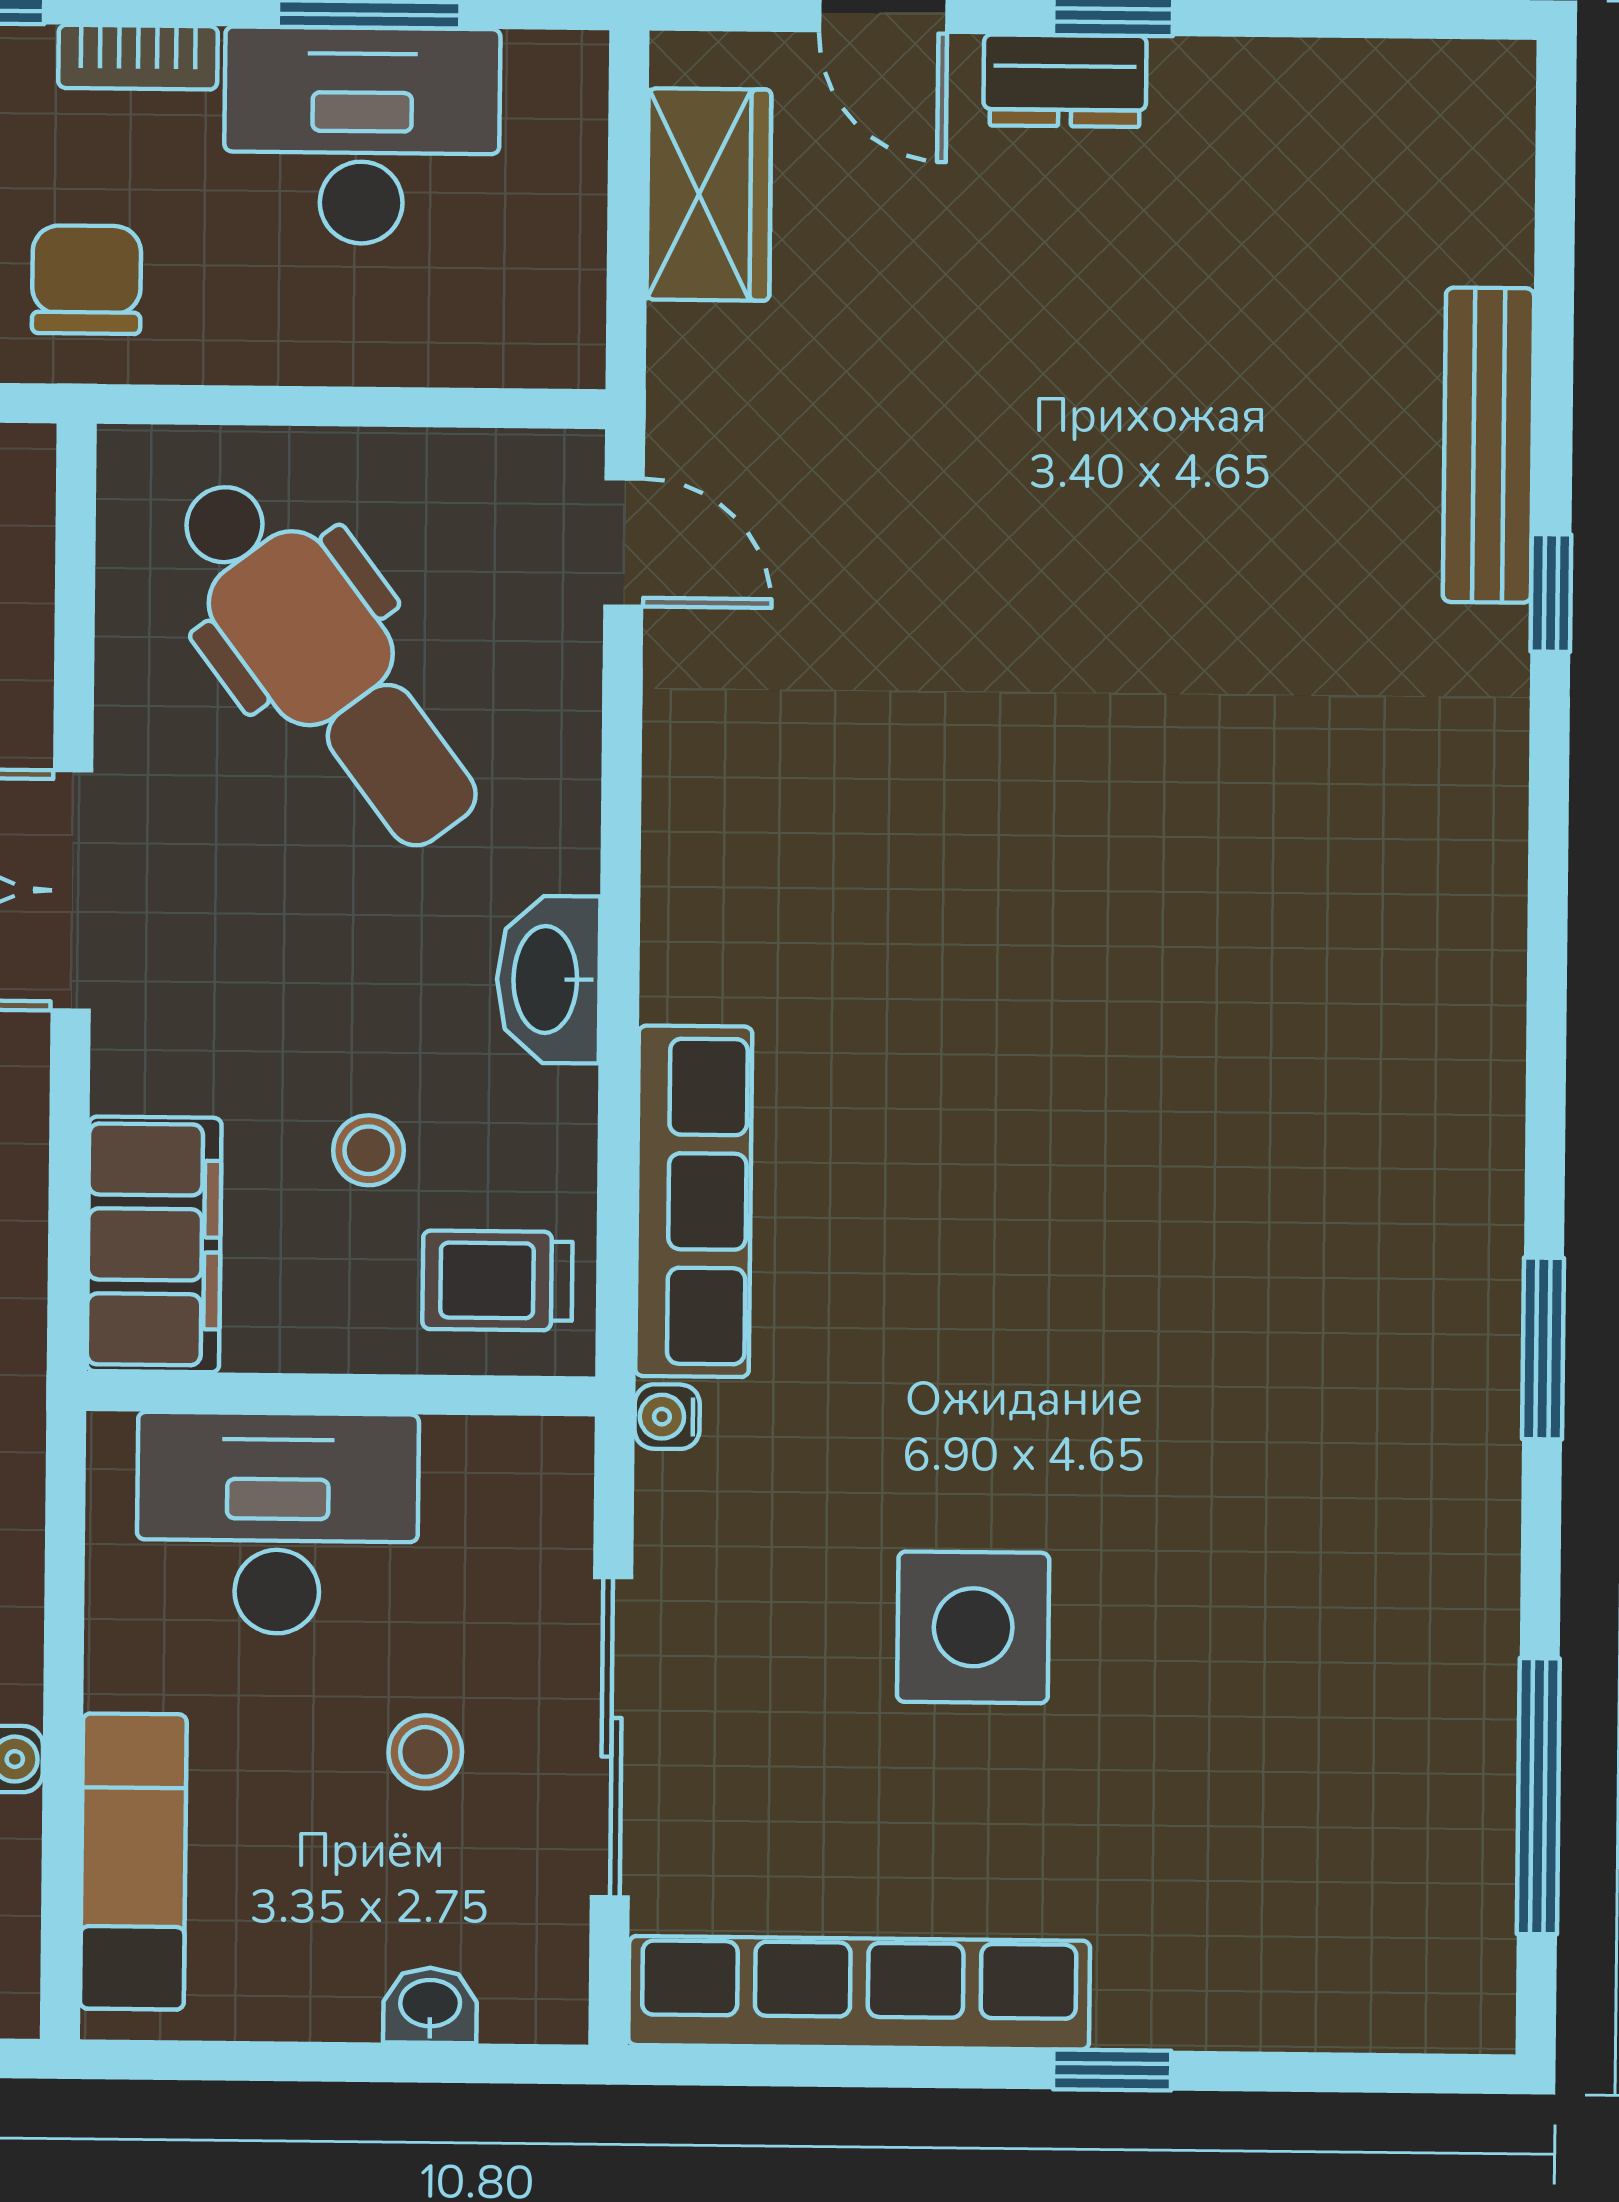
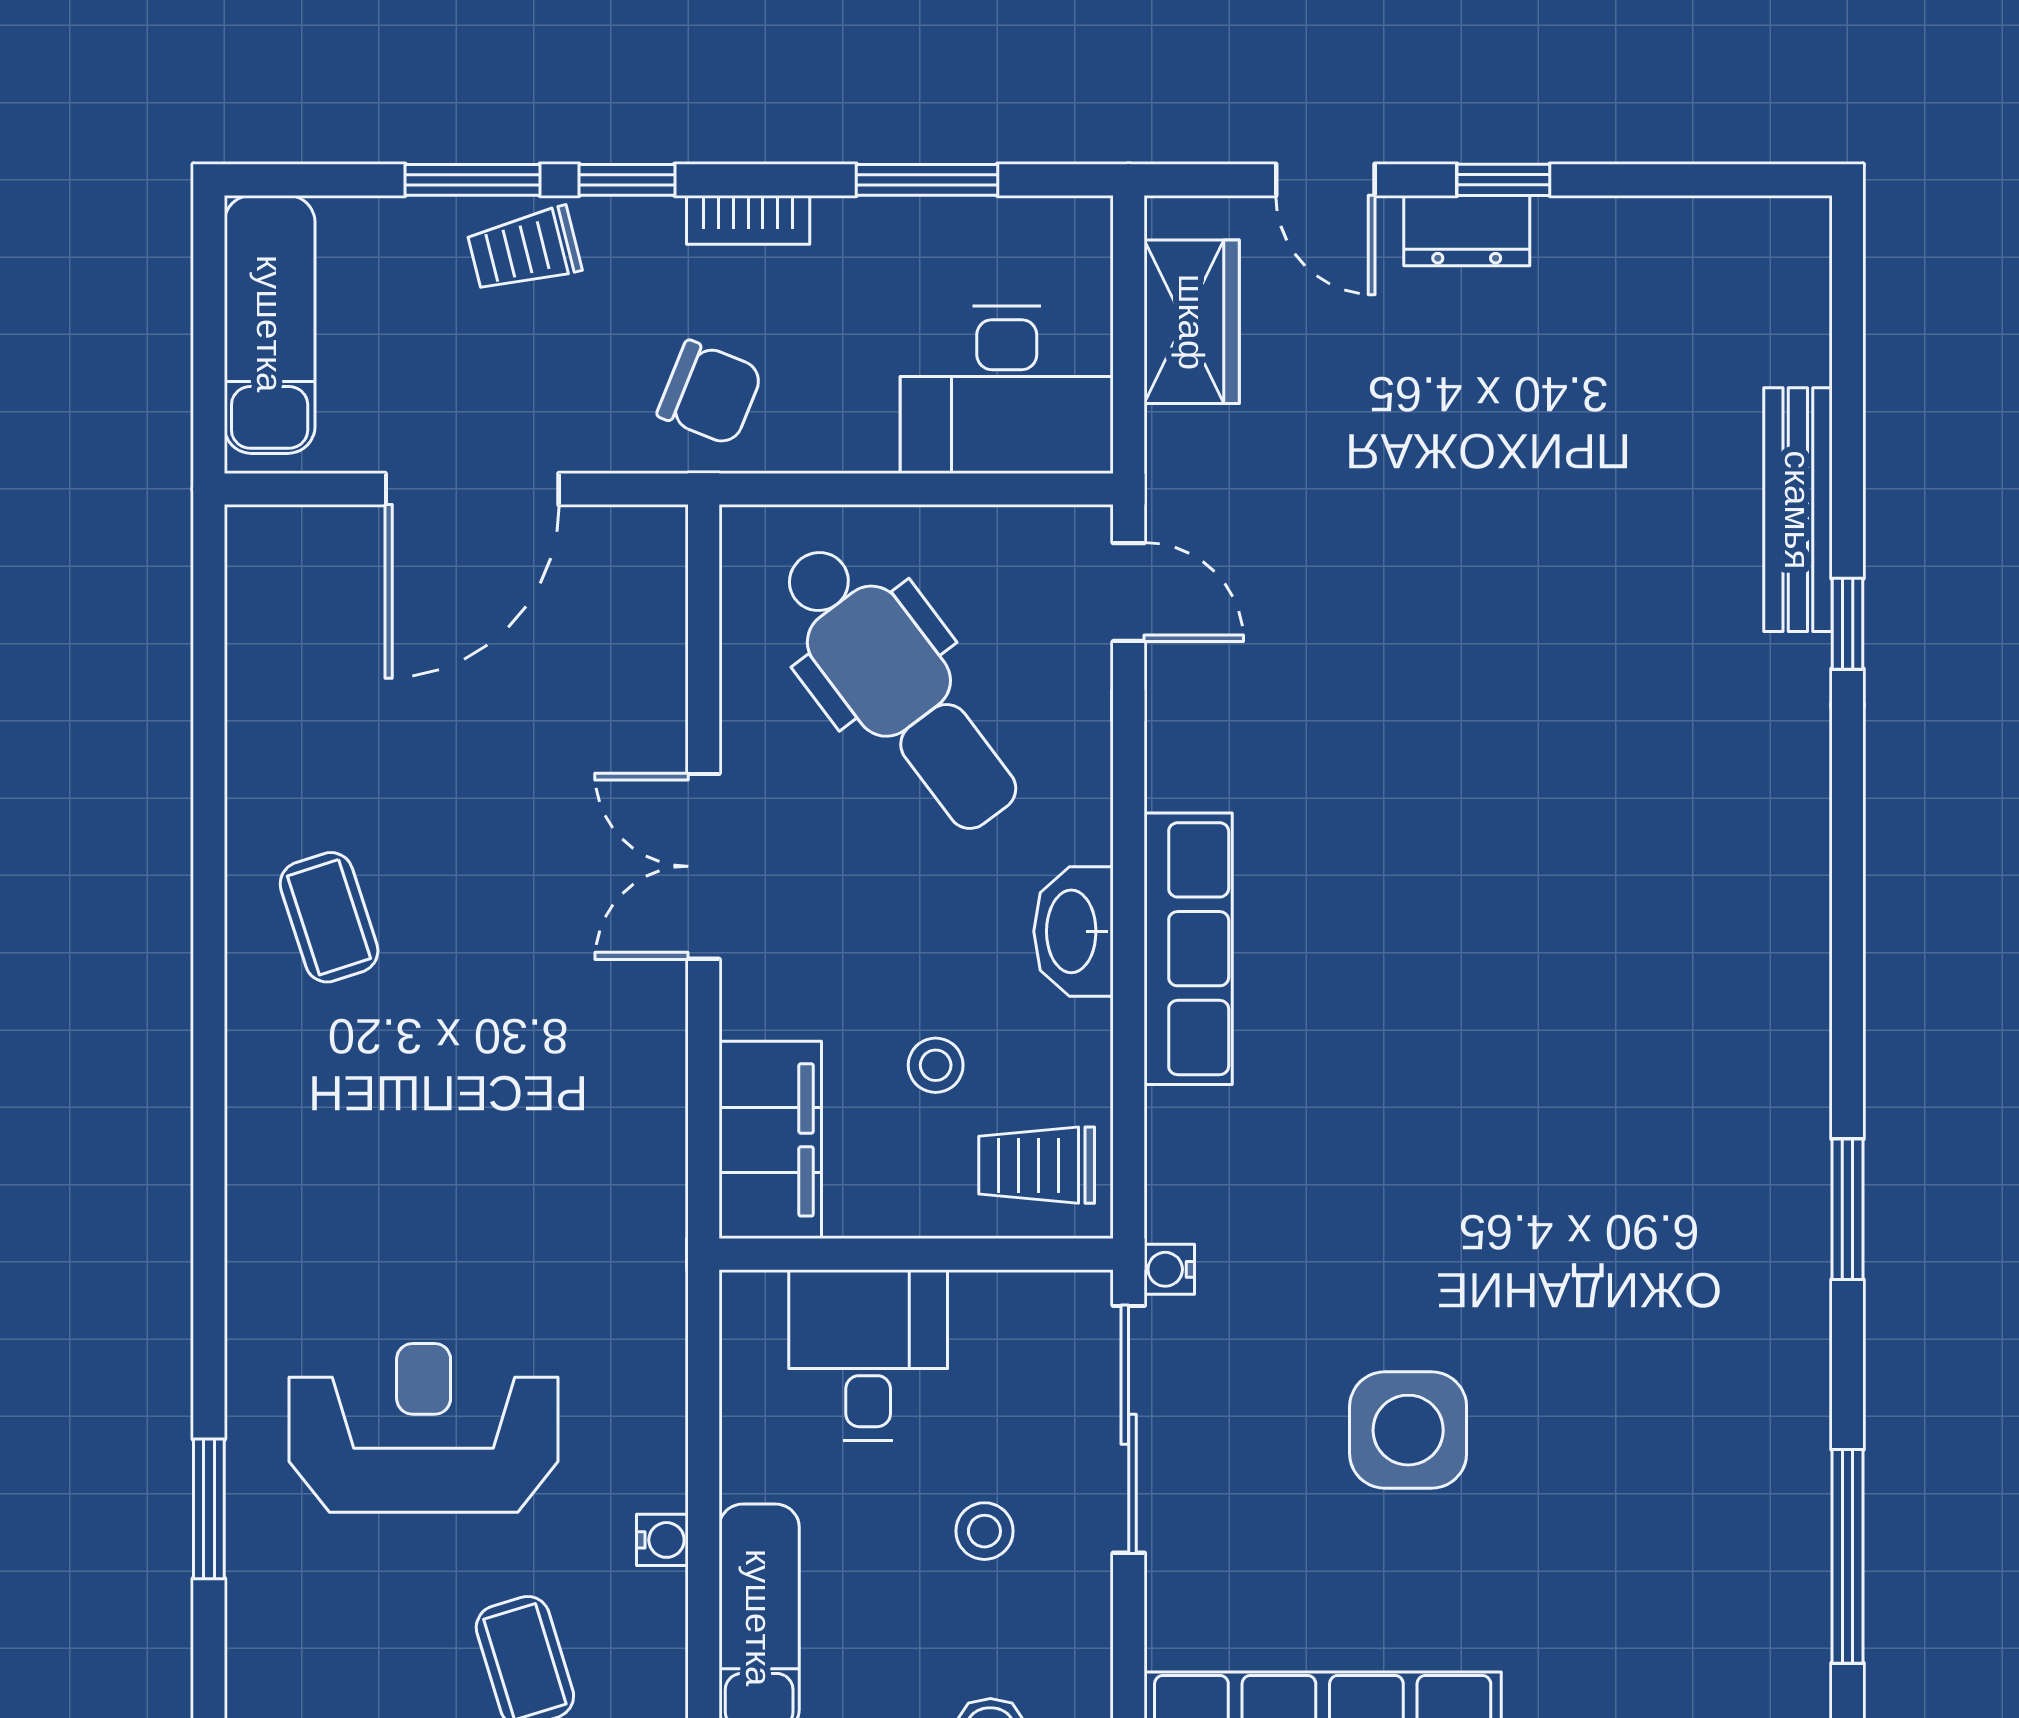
desk: (362, 136) -> (1007, 390), moved, turned 180
chair: (87, 280) -> (710, 393), turned 112
row of seats: (694, 1201) -> (1188, 949), moved
desk: (277, 1523) -> (868, 1355), width x0.73
sliding door: (611, 1737) -> (1129, 1429), moved

